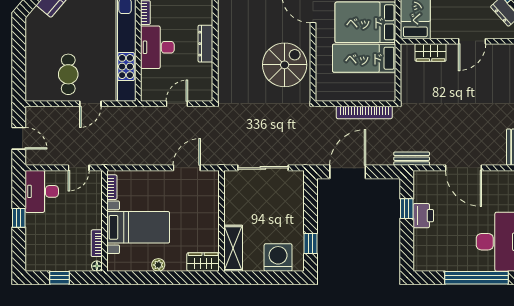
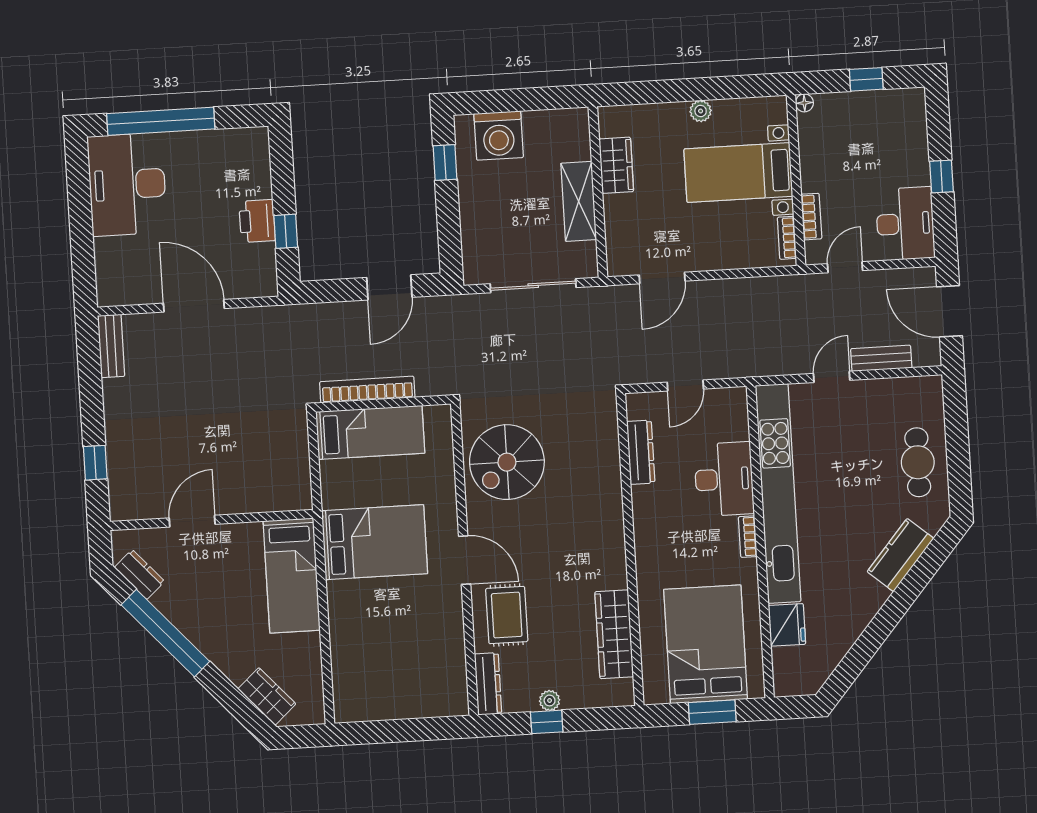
dresser: (205, 44) -> (641, 452), moved
wardrobe: (431, 52) -> (261, 498), removed
bed: (364, 58) -> (370, 432), moved
cafe table: (68, 74) -> (918, 462), moved
door: (19, 138) -> (949, 311), width x1.38
bench: (412, 159) -> (881, 358), moved
door: (348, 172) -> (389, 287), width x0.73
bookcase: (97, 243) -> (811, 217), moved
shelving: (233, 248) -> (579, 201), moved
wardrobe: (203, 262) -> (616, 165), moved, turned -90

